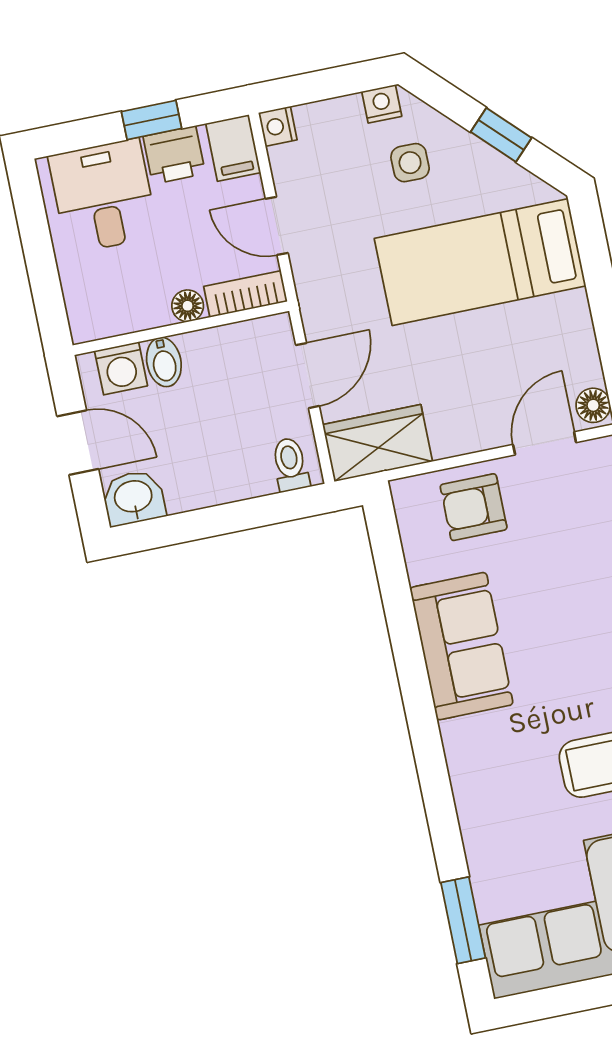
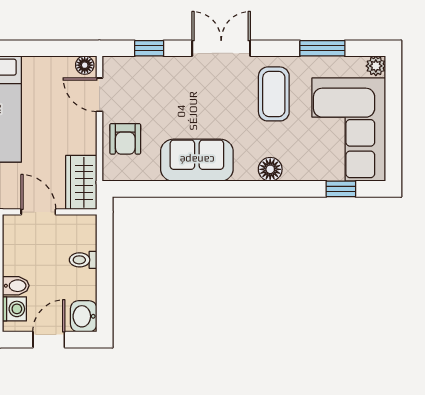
toilet: (290, 464) -> (83, 260), moved
floor lamp: (472, 784) -> (270, 169), added
window: (463, 920) -> (341, 189), width x0.67

